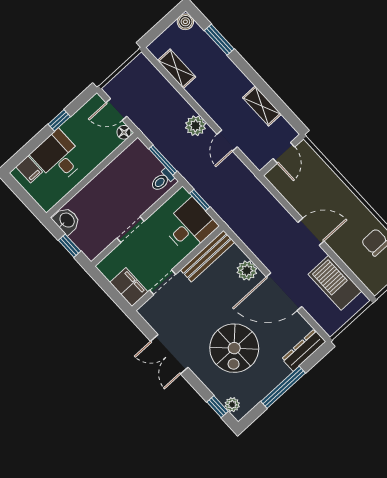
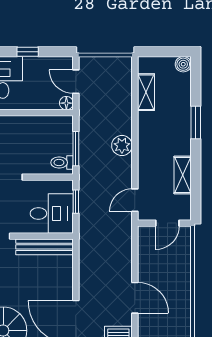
window: (219, 40) -> (196, 122), moved
door: (227, 141) -> (135, 200), moved
plant: (247, 271) -> (63, 283), removed

